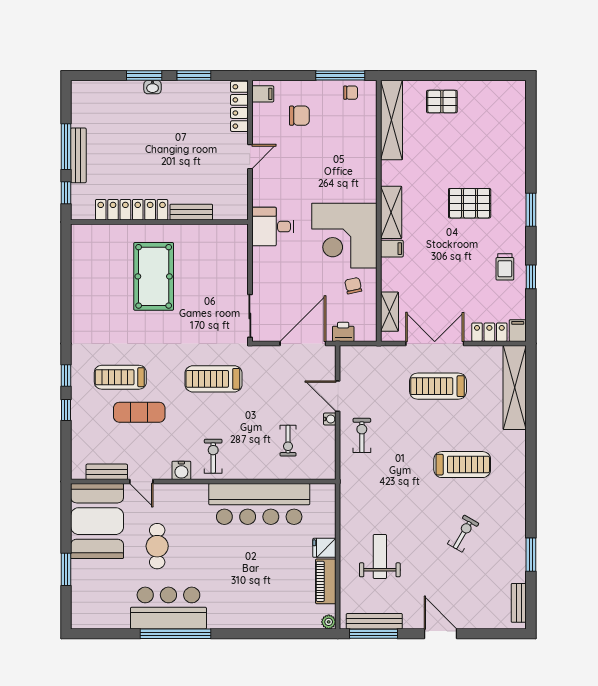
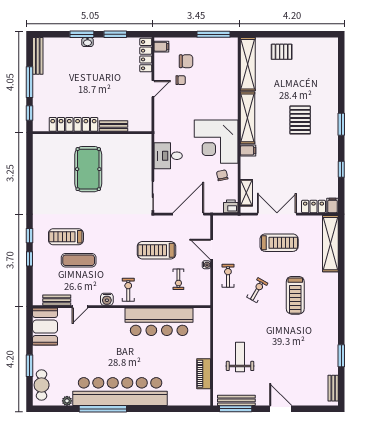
chair: (351, 93) -> (181, 80), moved
bench: (78, 155) -> (38, 56), moved
pallet: (470, 203) -> (300, 120), turned 90
shelving: (391, 212) -> (248, 118), width x1.47
desk: (273, 227) -> (168, 156), moved
trolley: (505, 267) -> (324, 163), removed
printer: (343, 332) -> (231, 206), moved
treadmill: (214, 379) -> (156, 250), moved
treadmill: (438, 386) -> (279, 243), turned 180
treadmill: (462, 465) -> (295, 295), turned 90
door: (141, 482) -> (80, 307), hinge flipped
booth: (97, 521) -> (45, 327), width x0.73, depth x0.70
exercise bike: (463, 534) -> (257, 290), moved
cafe table: (157, 546) -> (42, 385), moved
fridge: (324, 548) -> (203, 351), removed
bar counter: (168, 608) -> (120, 392), width x1.86
plant: (329, 622) -> (67, 401), moved

